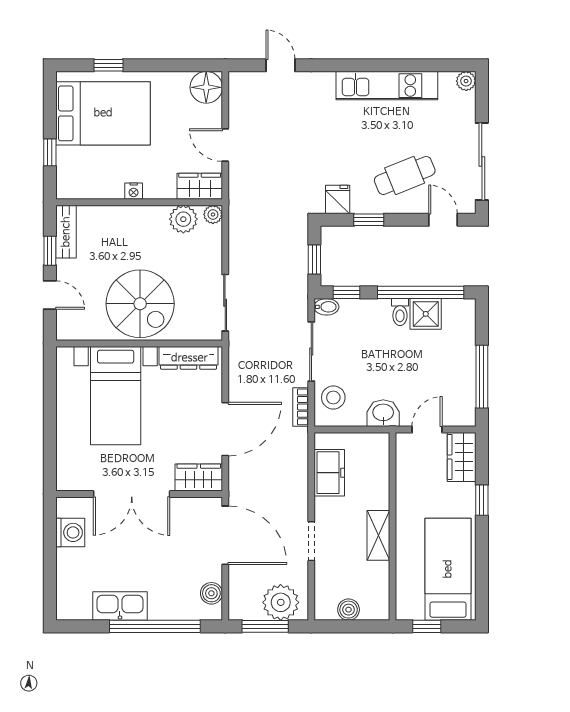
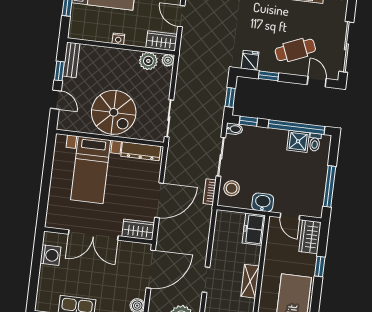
toilet: (400, 312) -> (315, 142), moved
door: (427, 430) -> (290, 216), swing flipped
freezer: (329, 473) -> (254, 229), moved, turned 180
door: (225, 535) -> (151, 269), hinge flipped

